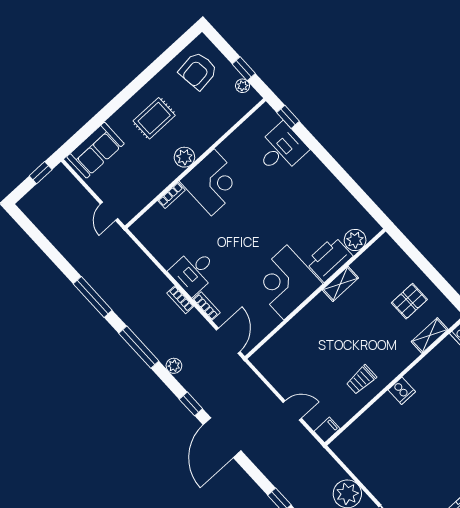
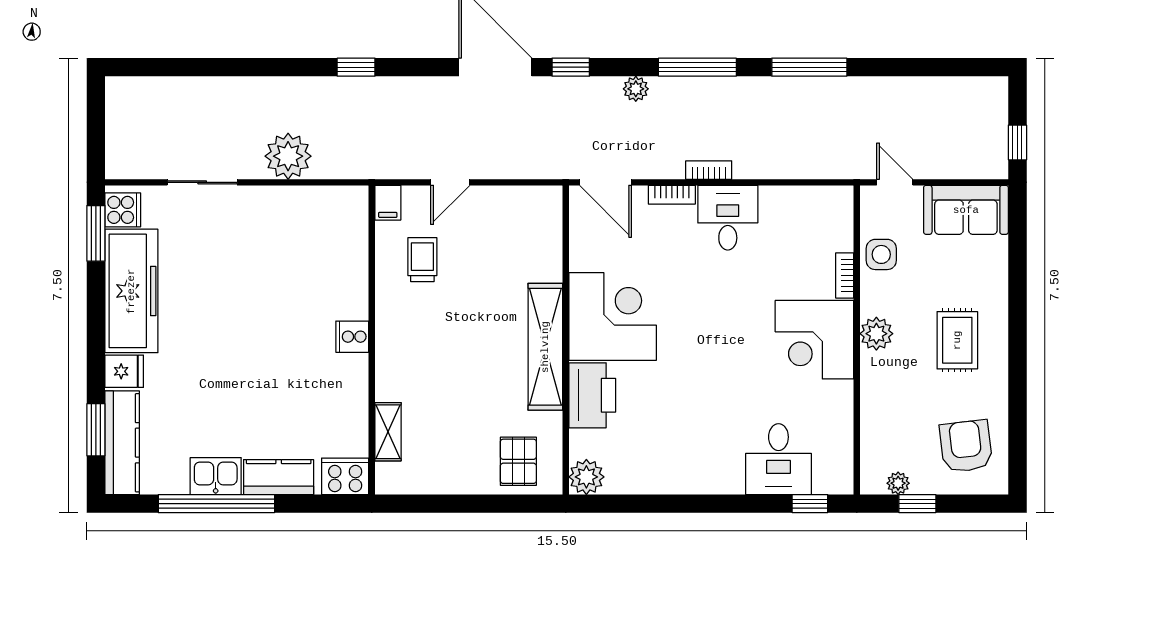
sofa: (95, 150) -> (966, 210), moved, turned -90
side table: (147, 188) -> (881, 254), added
plant: (355, 240) -> (586, 477), moved
shelving: (340, 284) -> (545, 347), width x2.20, depth x1.33
pallet: (409, 301) -> (518, 461), moved
trolley: (361, 380) -> (422, 260), moved

